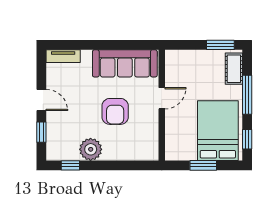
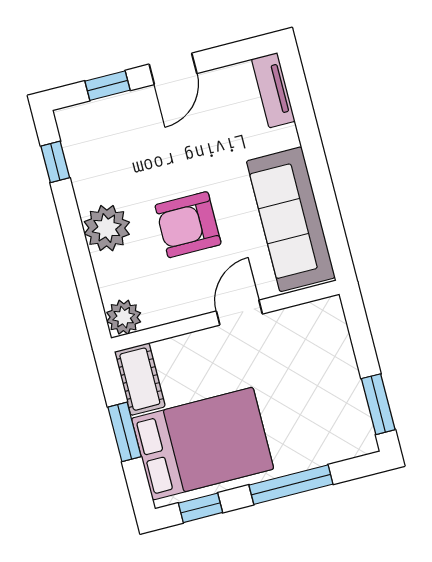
cot: (234, 69) -> (140, 379), moved, turned 90
door: (162, 98) -> (239, 313), swing flipped
plant: (91, 149) -> (107, 228), moved
plant: (150, 152) -> (124, 317), added

